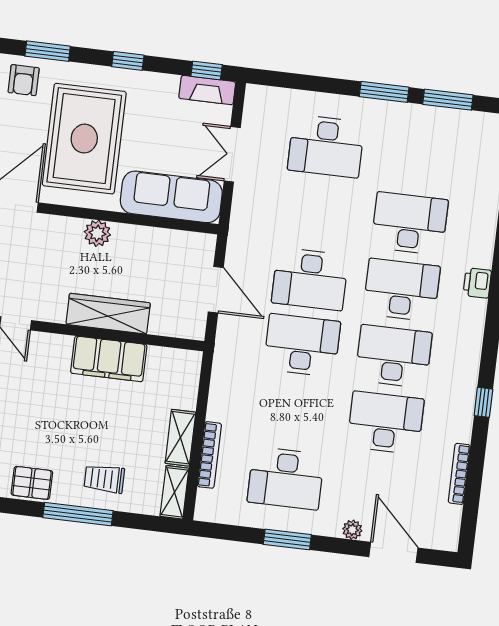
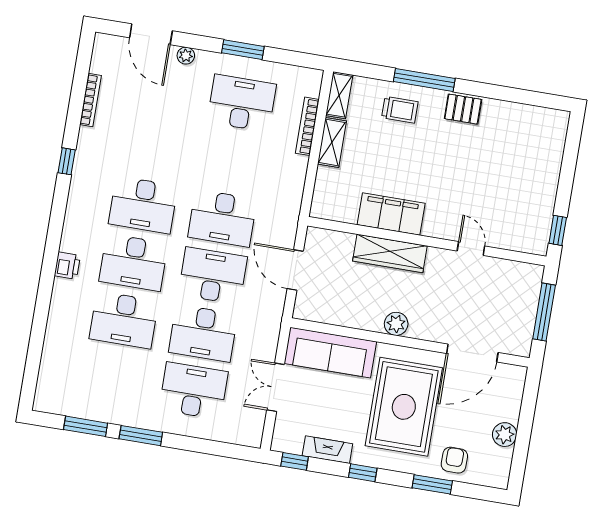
fireplace: (207, 90) -> (327, 450), moved
double door: (232, 154) -> (276, 387), swing flipped
desk: (385, 423) -> (203, 333), moved

